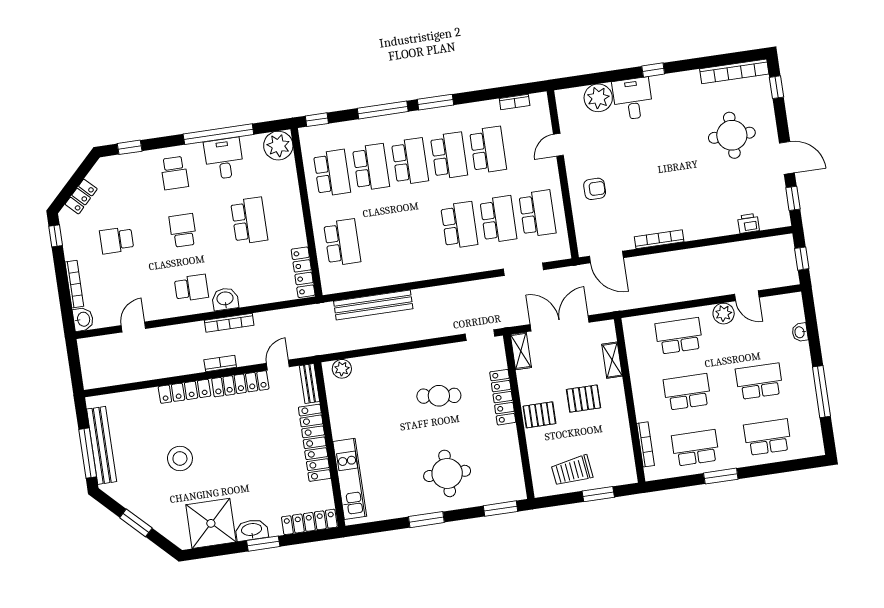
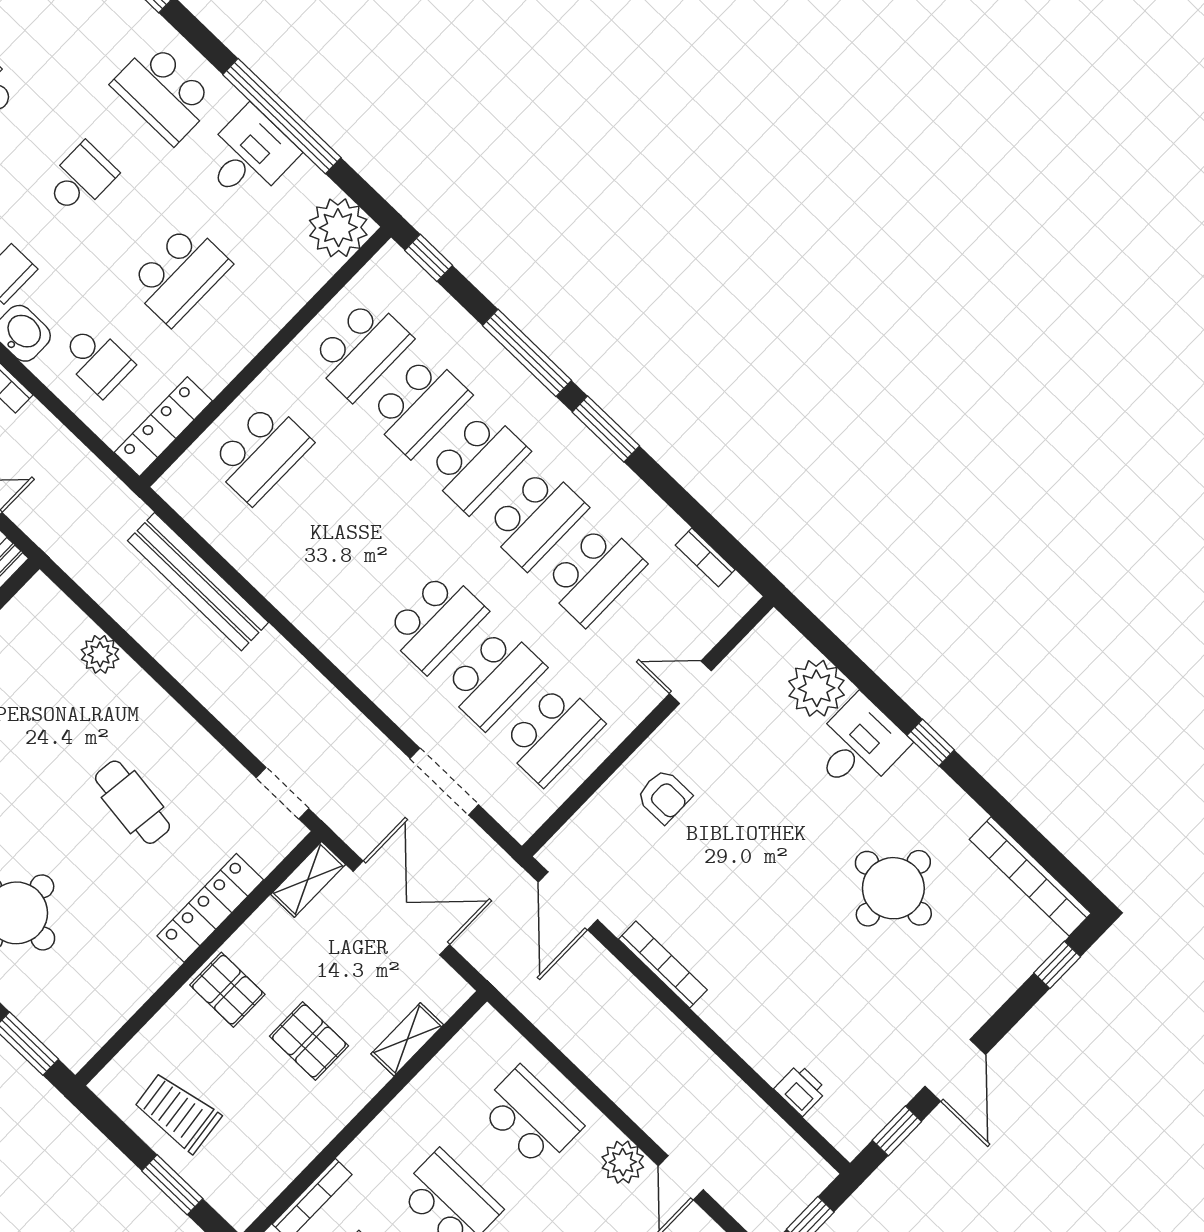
round table: (732, 135) -> (893, 888), moved
school desk: (174, 173) -> (164, 93), width x1.85
school desk: (258, 278) -> (97, 360), added
plant: (342, 369) -> (100, 654), moved

